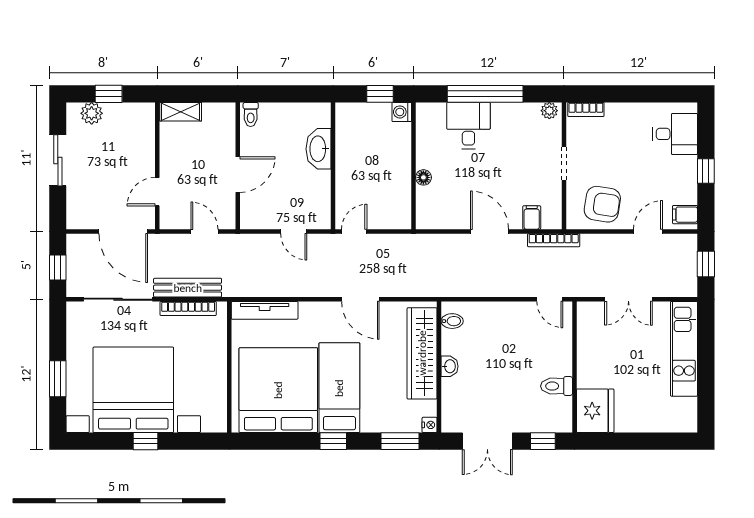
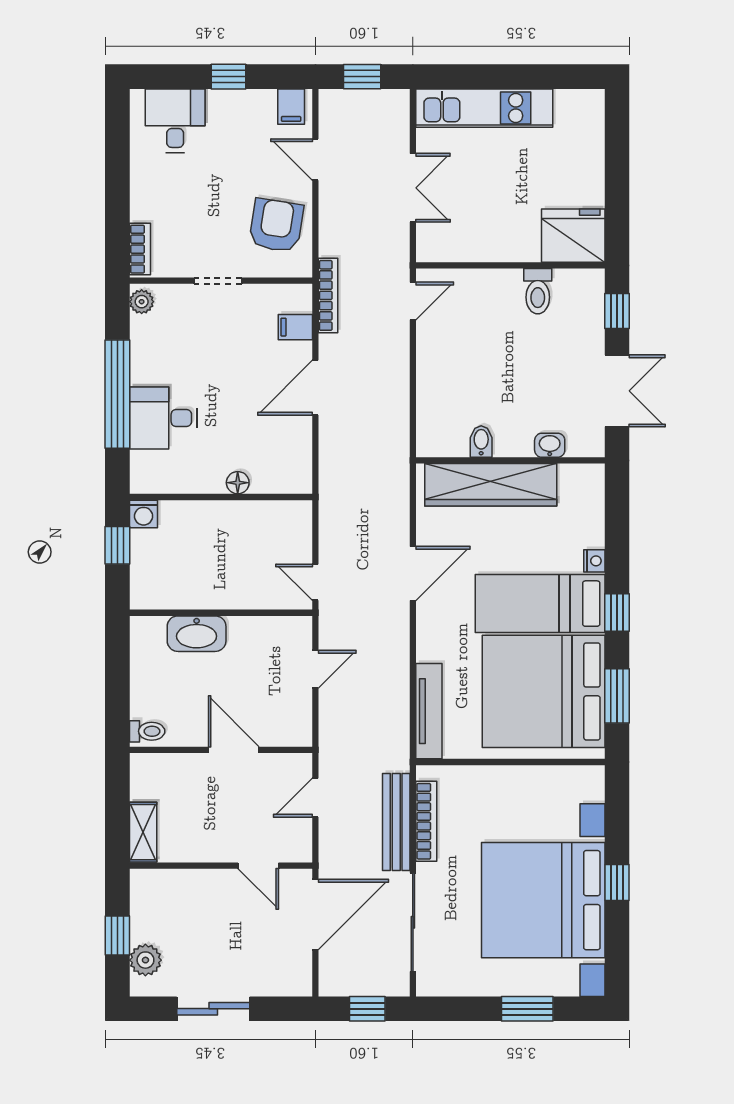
bidet: (452, 321) -> (481, 442), moved
washbasin: (450, 366) -> (550, 445), moved
nightstand: (430, 425) -> (594, 561), moved, turned 90
window: (400, 441) -> (617, 696), moved

